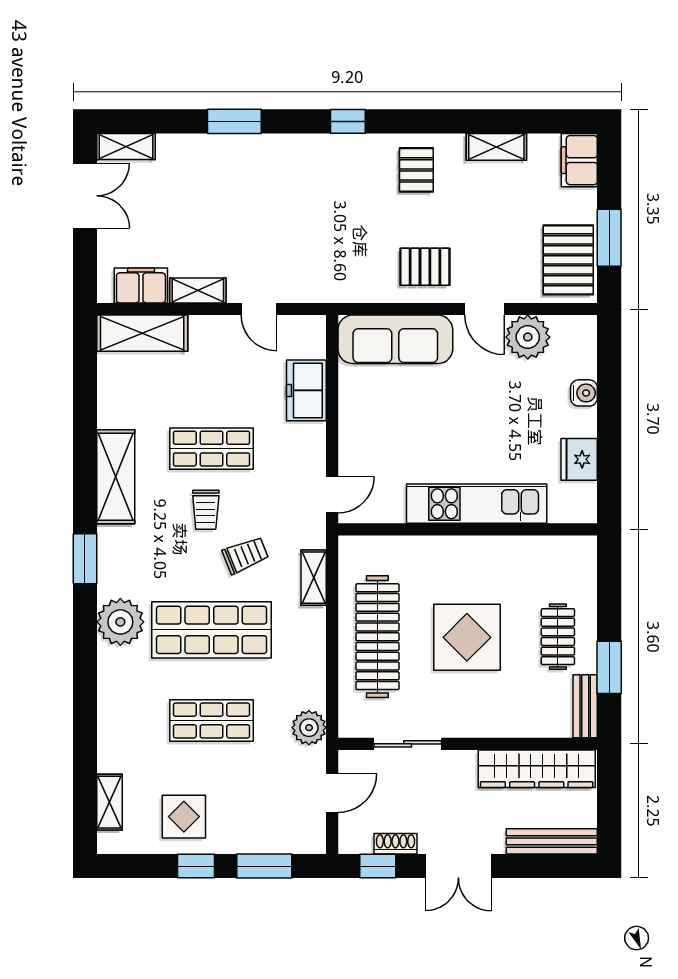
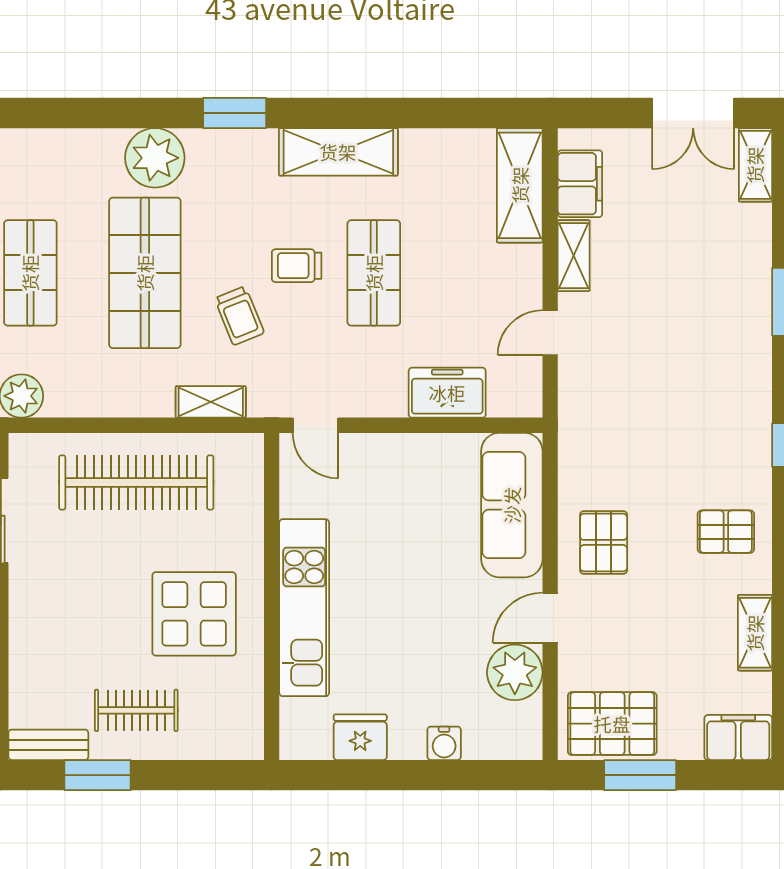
display table: (467, 637) -> (194, 614), moved

